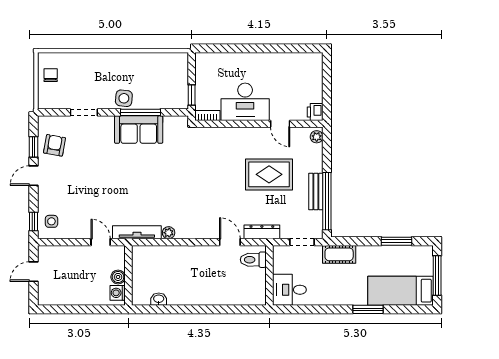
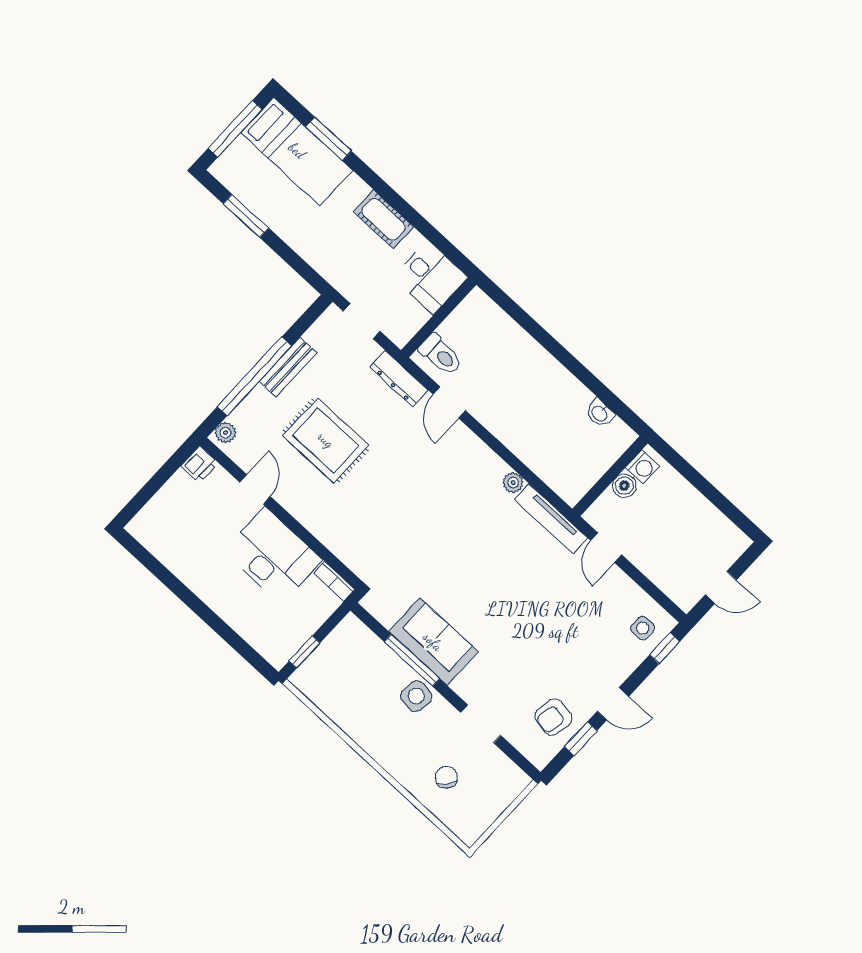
chair: (51, 75) -> (446, 777), moved, turned 132
window: (192, 95) -> (304, 652), moved
window: (327, 201) -> (254, 376), moved
cot: (339, 254) -> (384, 219), moved
window: (368, 309) -> (329, 139), moved

